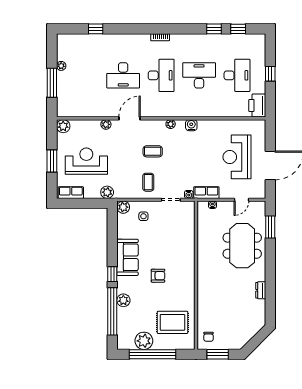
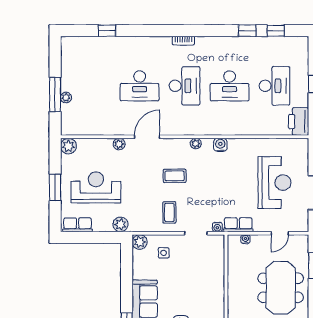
plant: (61, 66) -> (66, 98), moved
desk: (199, 75) -> (230, 86), turned 180
reception desk: (237, 157) -> (274, 183), turned 180

